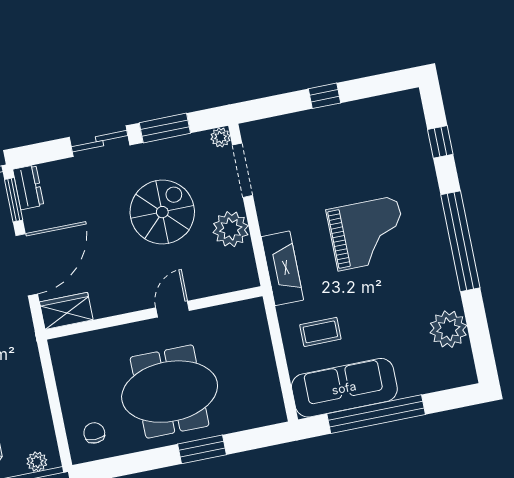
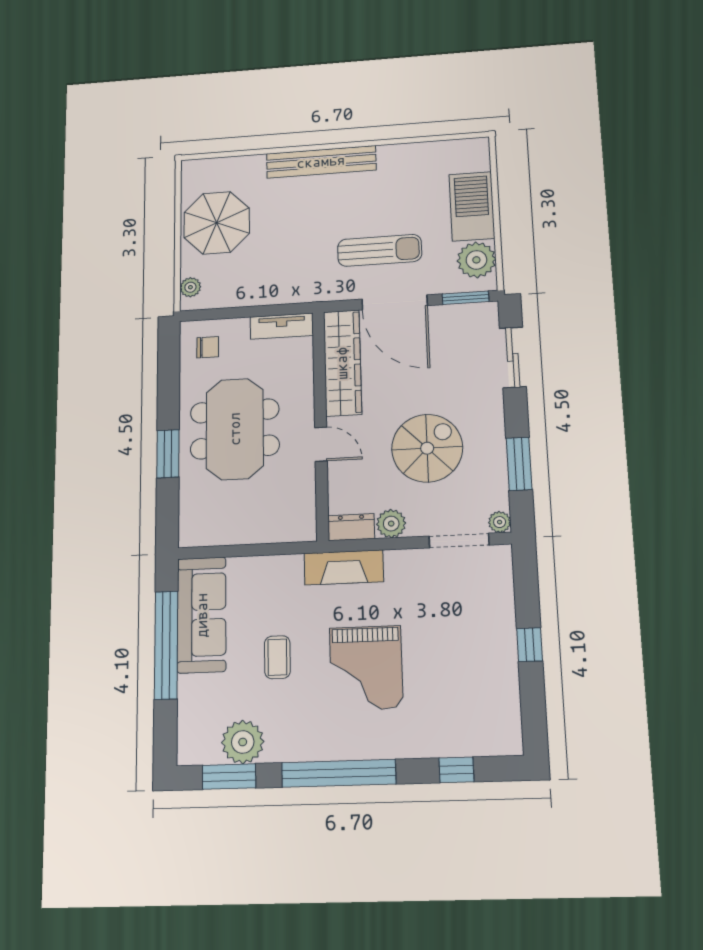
sliding door: (100, 141) -> (513, 357), moved
dresser: (28, 187) -> (351, 527), moved, turned 180
spiral stairs: (162, 212) -> (427, 448), turned -90
plant: (231, 229) -> (391, 524), width x0.73, depth x0.73
wardrobe: (66, 311) -> (342, 363), width x2.10, depth x1.17
coffee table: (320, 332) -> (277, 657), moved
window: (479, 335) -> (229, 776), added
tv unit: (64, 367) -> (282, 326), added

